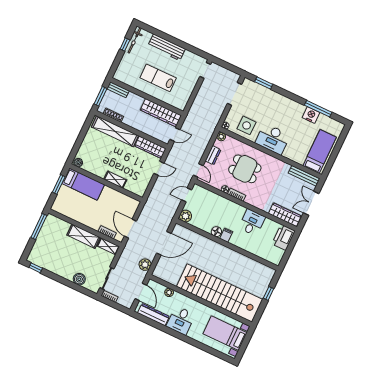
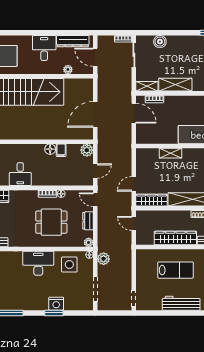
window: (264, 83) -> (54, 313), moved
wardrobe: (161, 113) -> (175, 238), moved
nightstand: (311, 115) -> (56, 304), moved
door: (175, 134) -> (134, 223), hinge flipped
filing cabinet: (226, 235) -> (61, 150), moved
plant: (145, 265) -> (104, 259), moved

